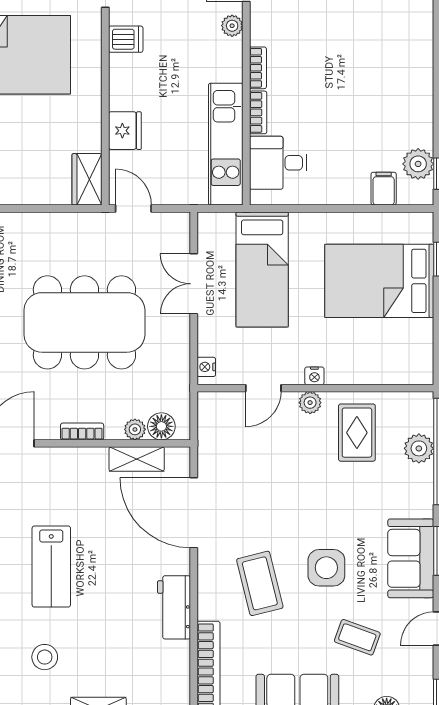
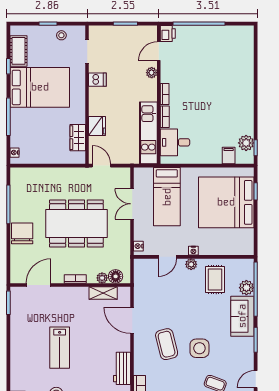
wardrobe: (87, 179) -> (78, 138), moved
bed: (379, 281) -> (226, 202), width x1.36
door: (194, 513) -> (132, 320), width x0.73
sofa: (411, 558) -> (242, 316), moved
coffee table: (260, 583) -> (167, 344), moved

